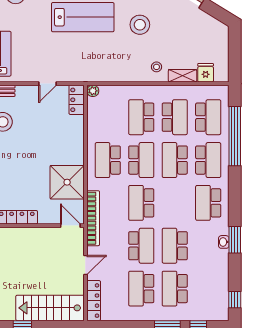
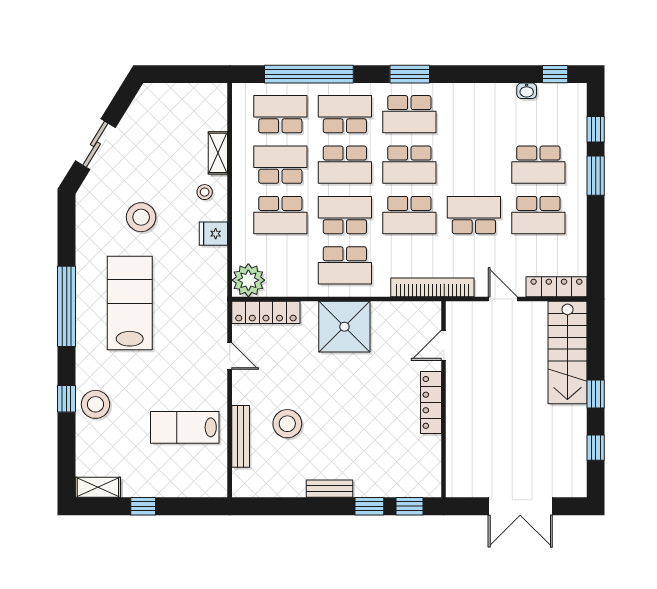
fridge: (206, 73) -> (213, 234), moved
plant: (93, 91) -> (248, 280), width x1.88, depth x1.88
locker: (77, 100) -> (266, 312), width x1.53
shower: (67, 182) -> (344, 327), moved
door: (70, 226) -> (444, 345), moved
window: (235, 240) -> (410, 74), moved
washbasin: (224, 242) -> (527, 91), moved
school desk: (175, 246) -> (409, 165), moved

